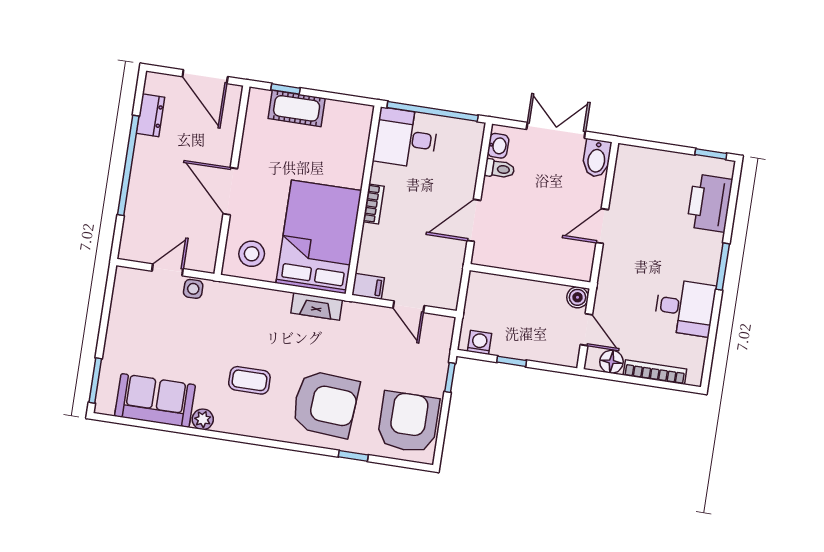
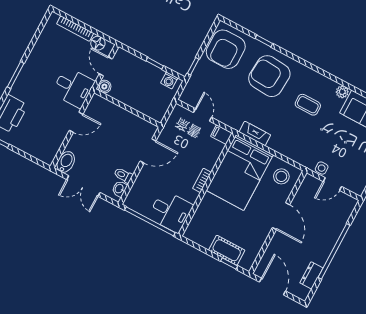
desk: (685, 307) -> (73, 87), moved, turned 180

